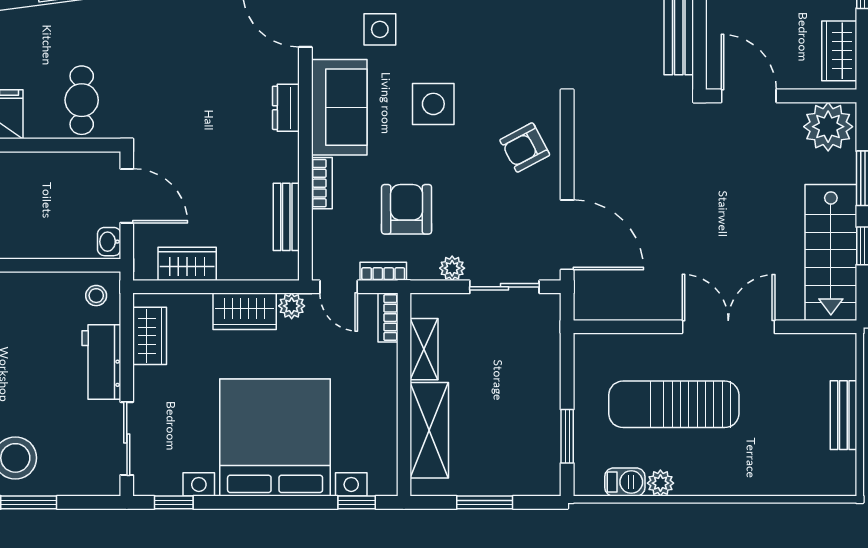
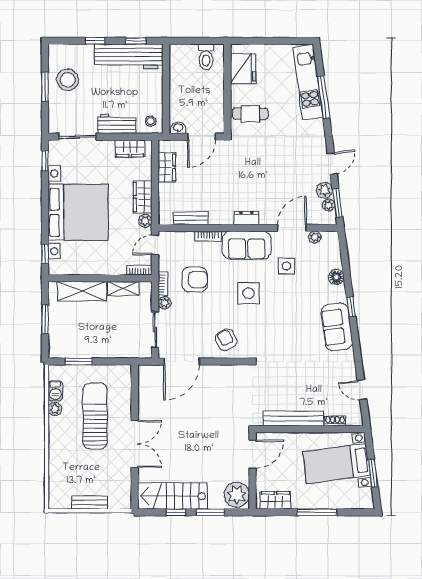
bookcase: (383, 271) -> (163, 283), moved

